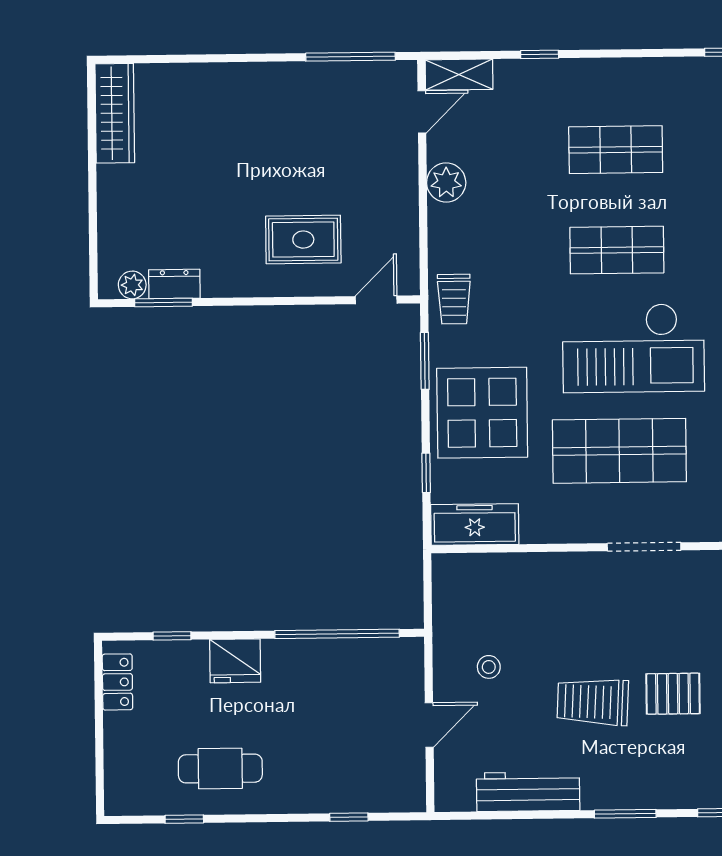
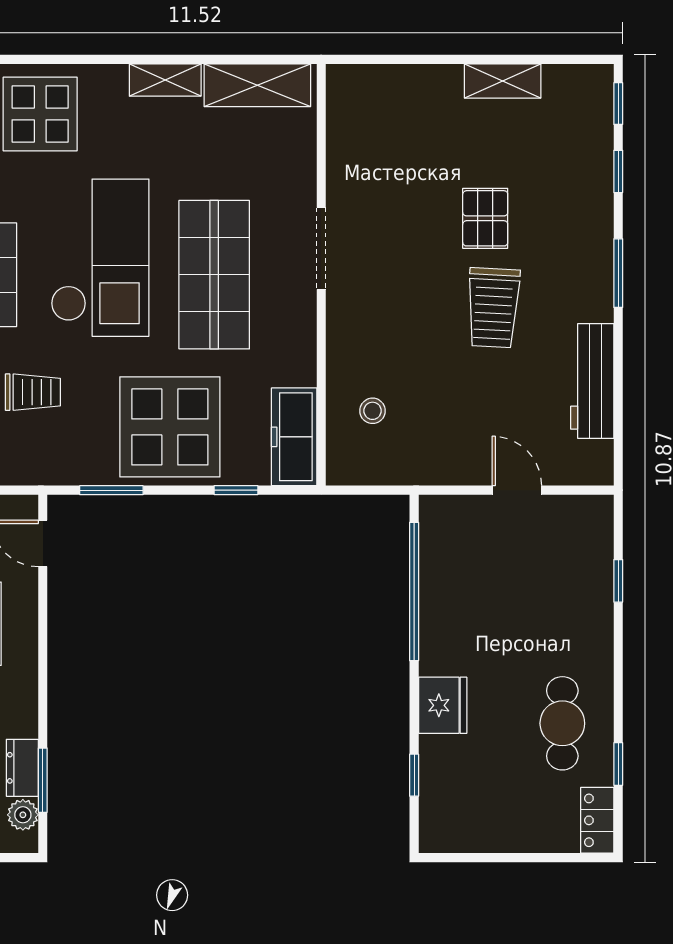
trolley: (454, 299) -> (33, 392), moved
stool: (489, 667) -> (373, 411), moved
locker: (117, 682) -> (597, 820), moved, turned -90

